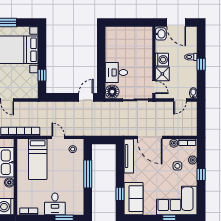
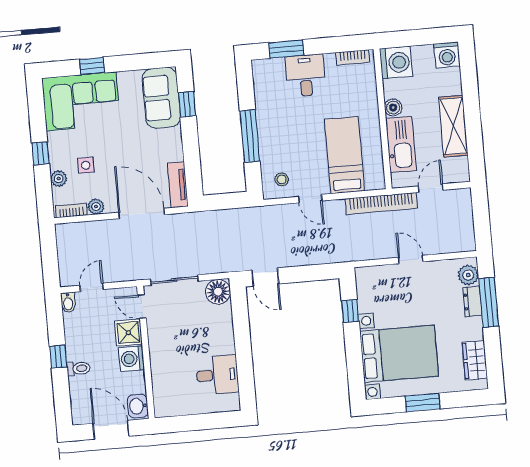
desk: (116, 73) -> (217, 375), moved
door: (86, 97) -> (265, 277), hinge flipped
tv unit: (129, 156) -> (178, 185), width x0.71

